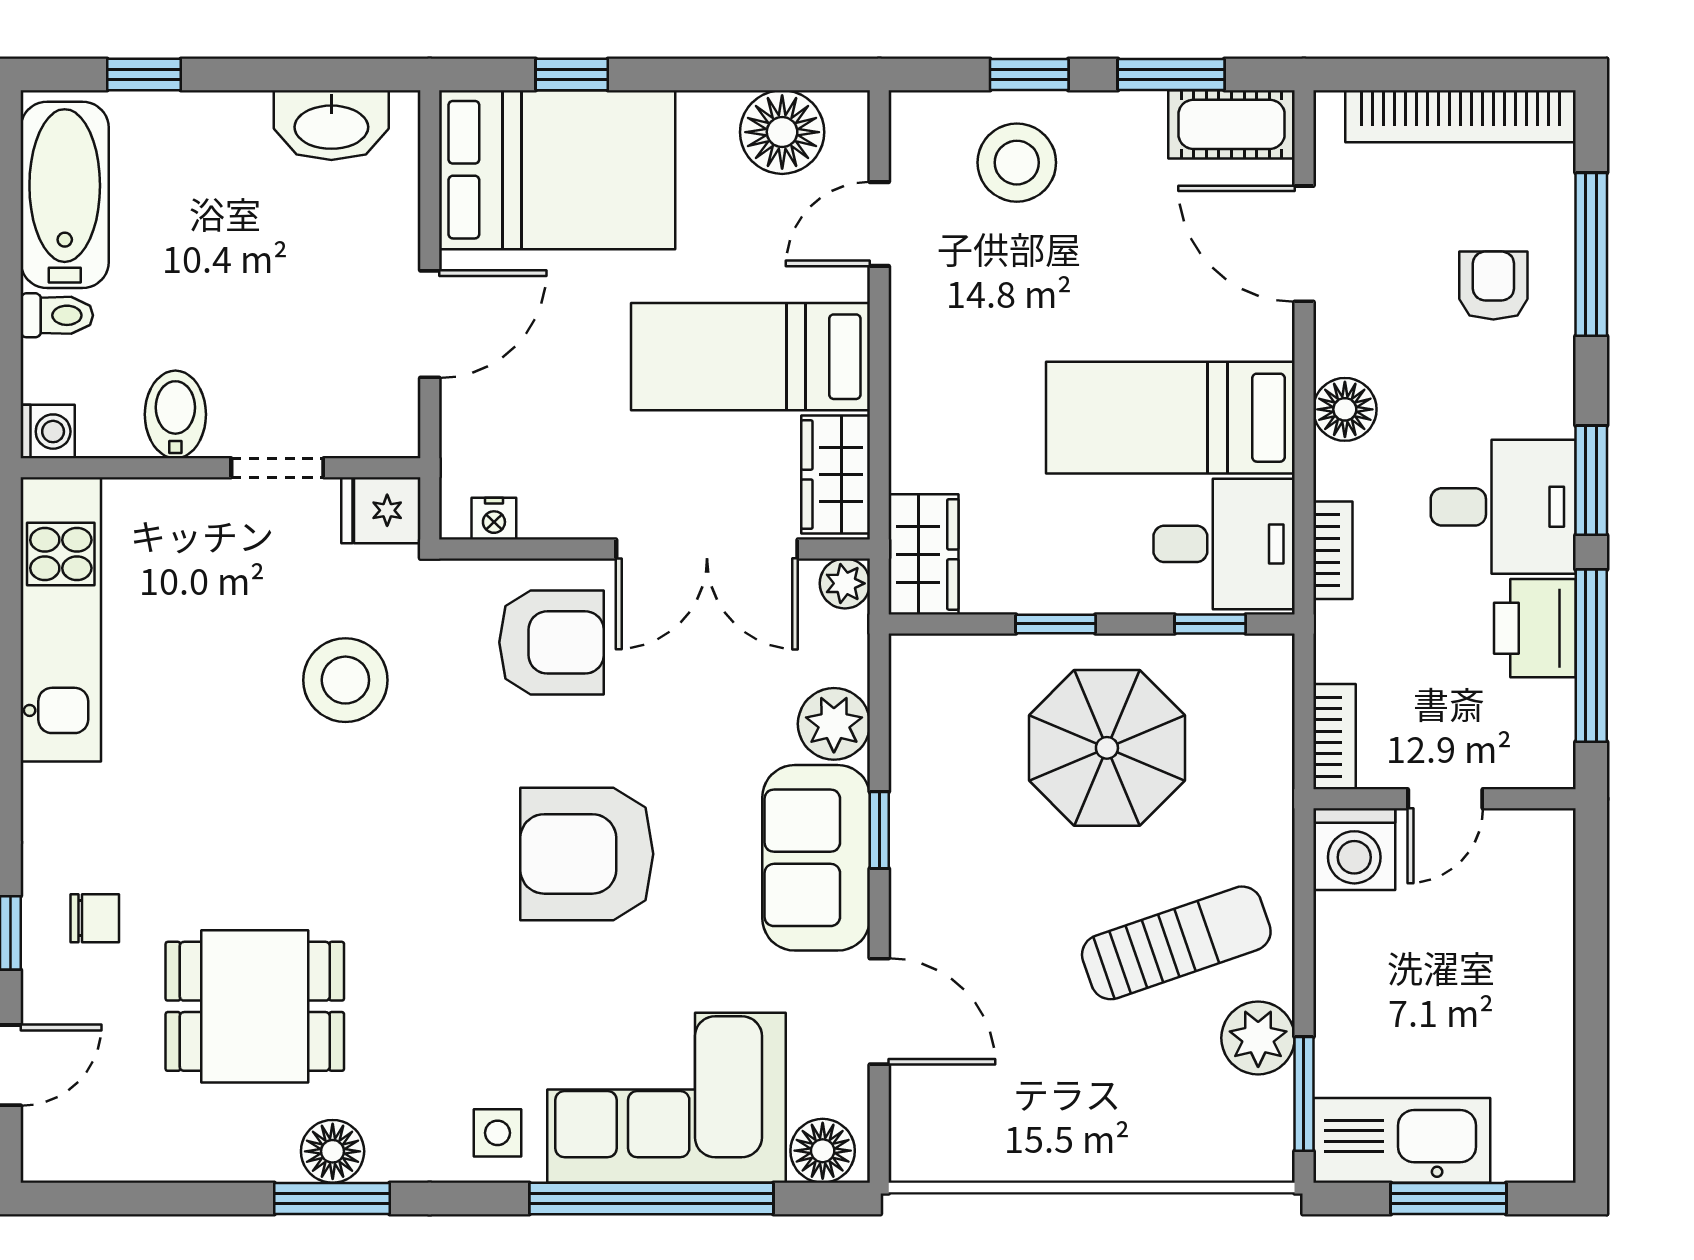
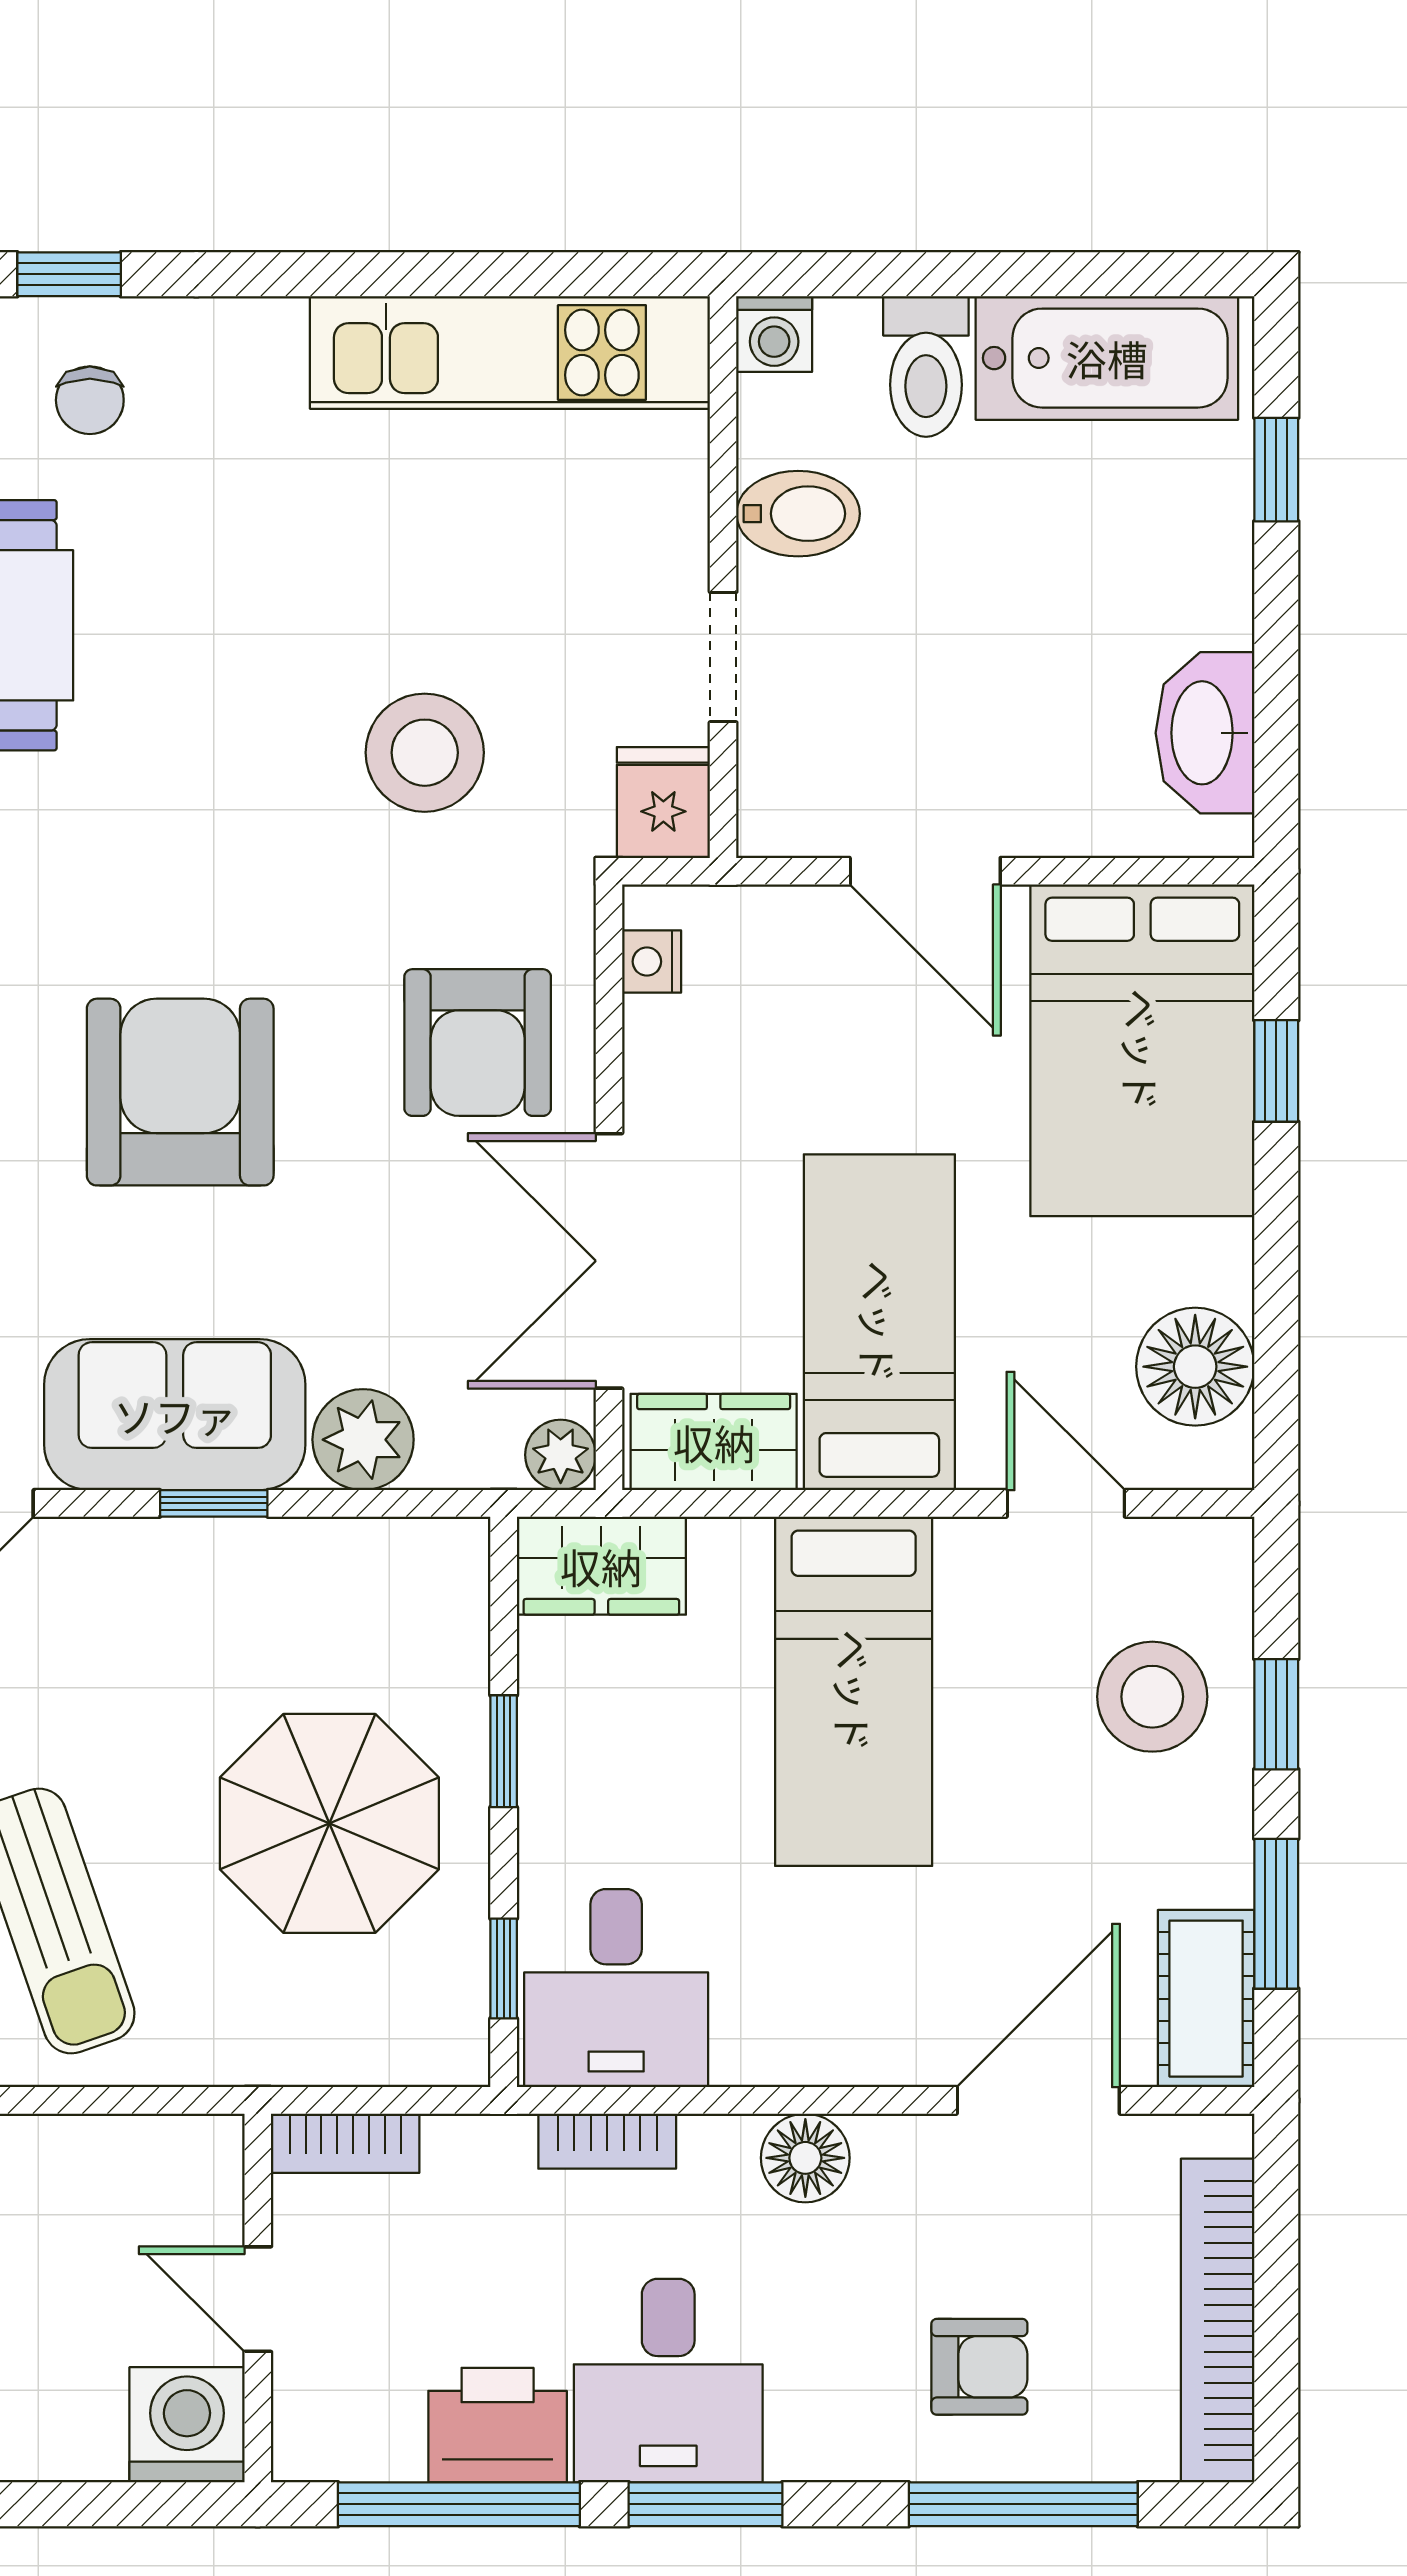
toilet: (57, 315) -> (926, 366), width x1.37, depth x1.39
bed: (1170, 418) -> (854, 1691), moved, turned 180
washing machine: (1354, 849) -> (187, 2425), moved, turned 90

